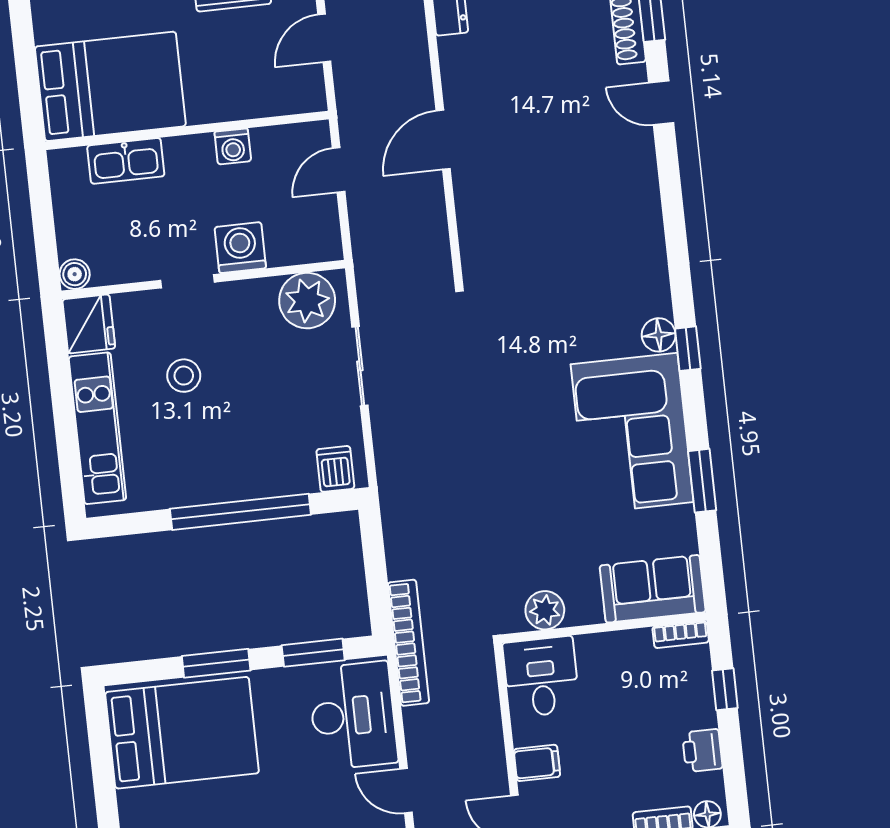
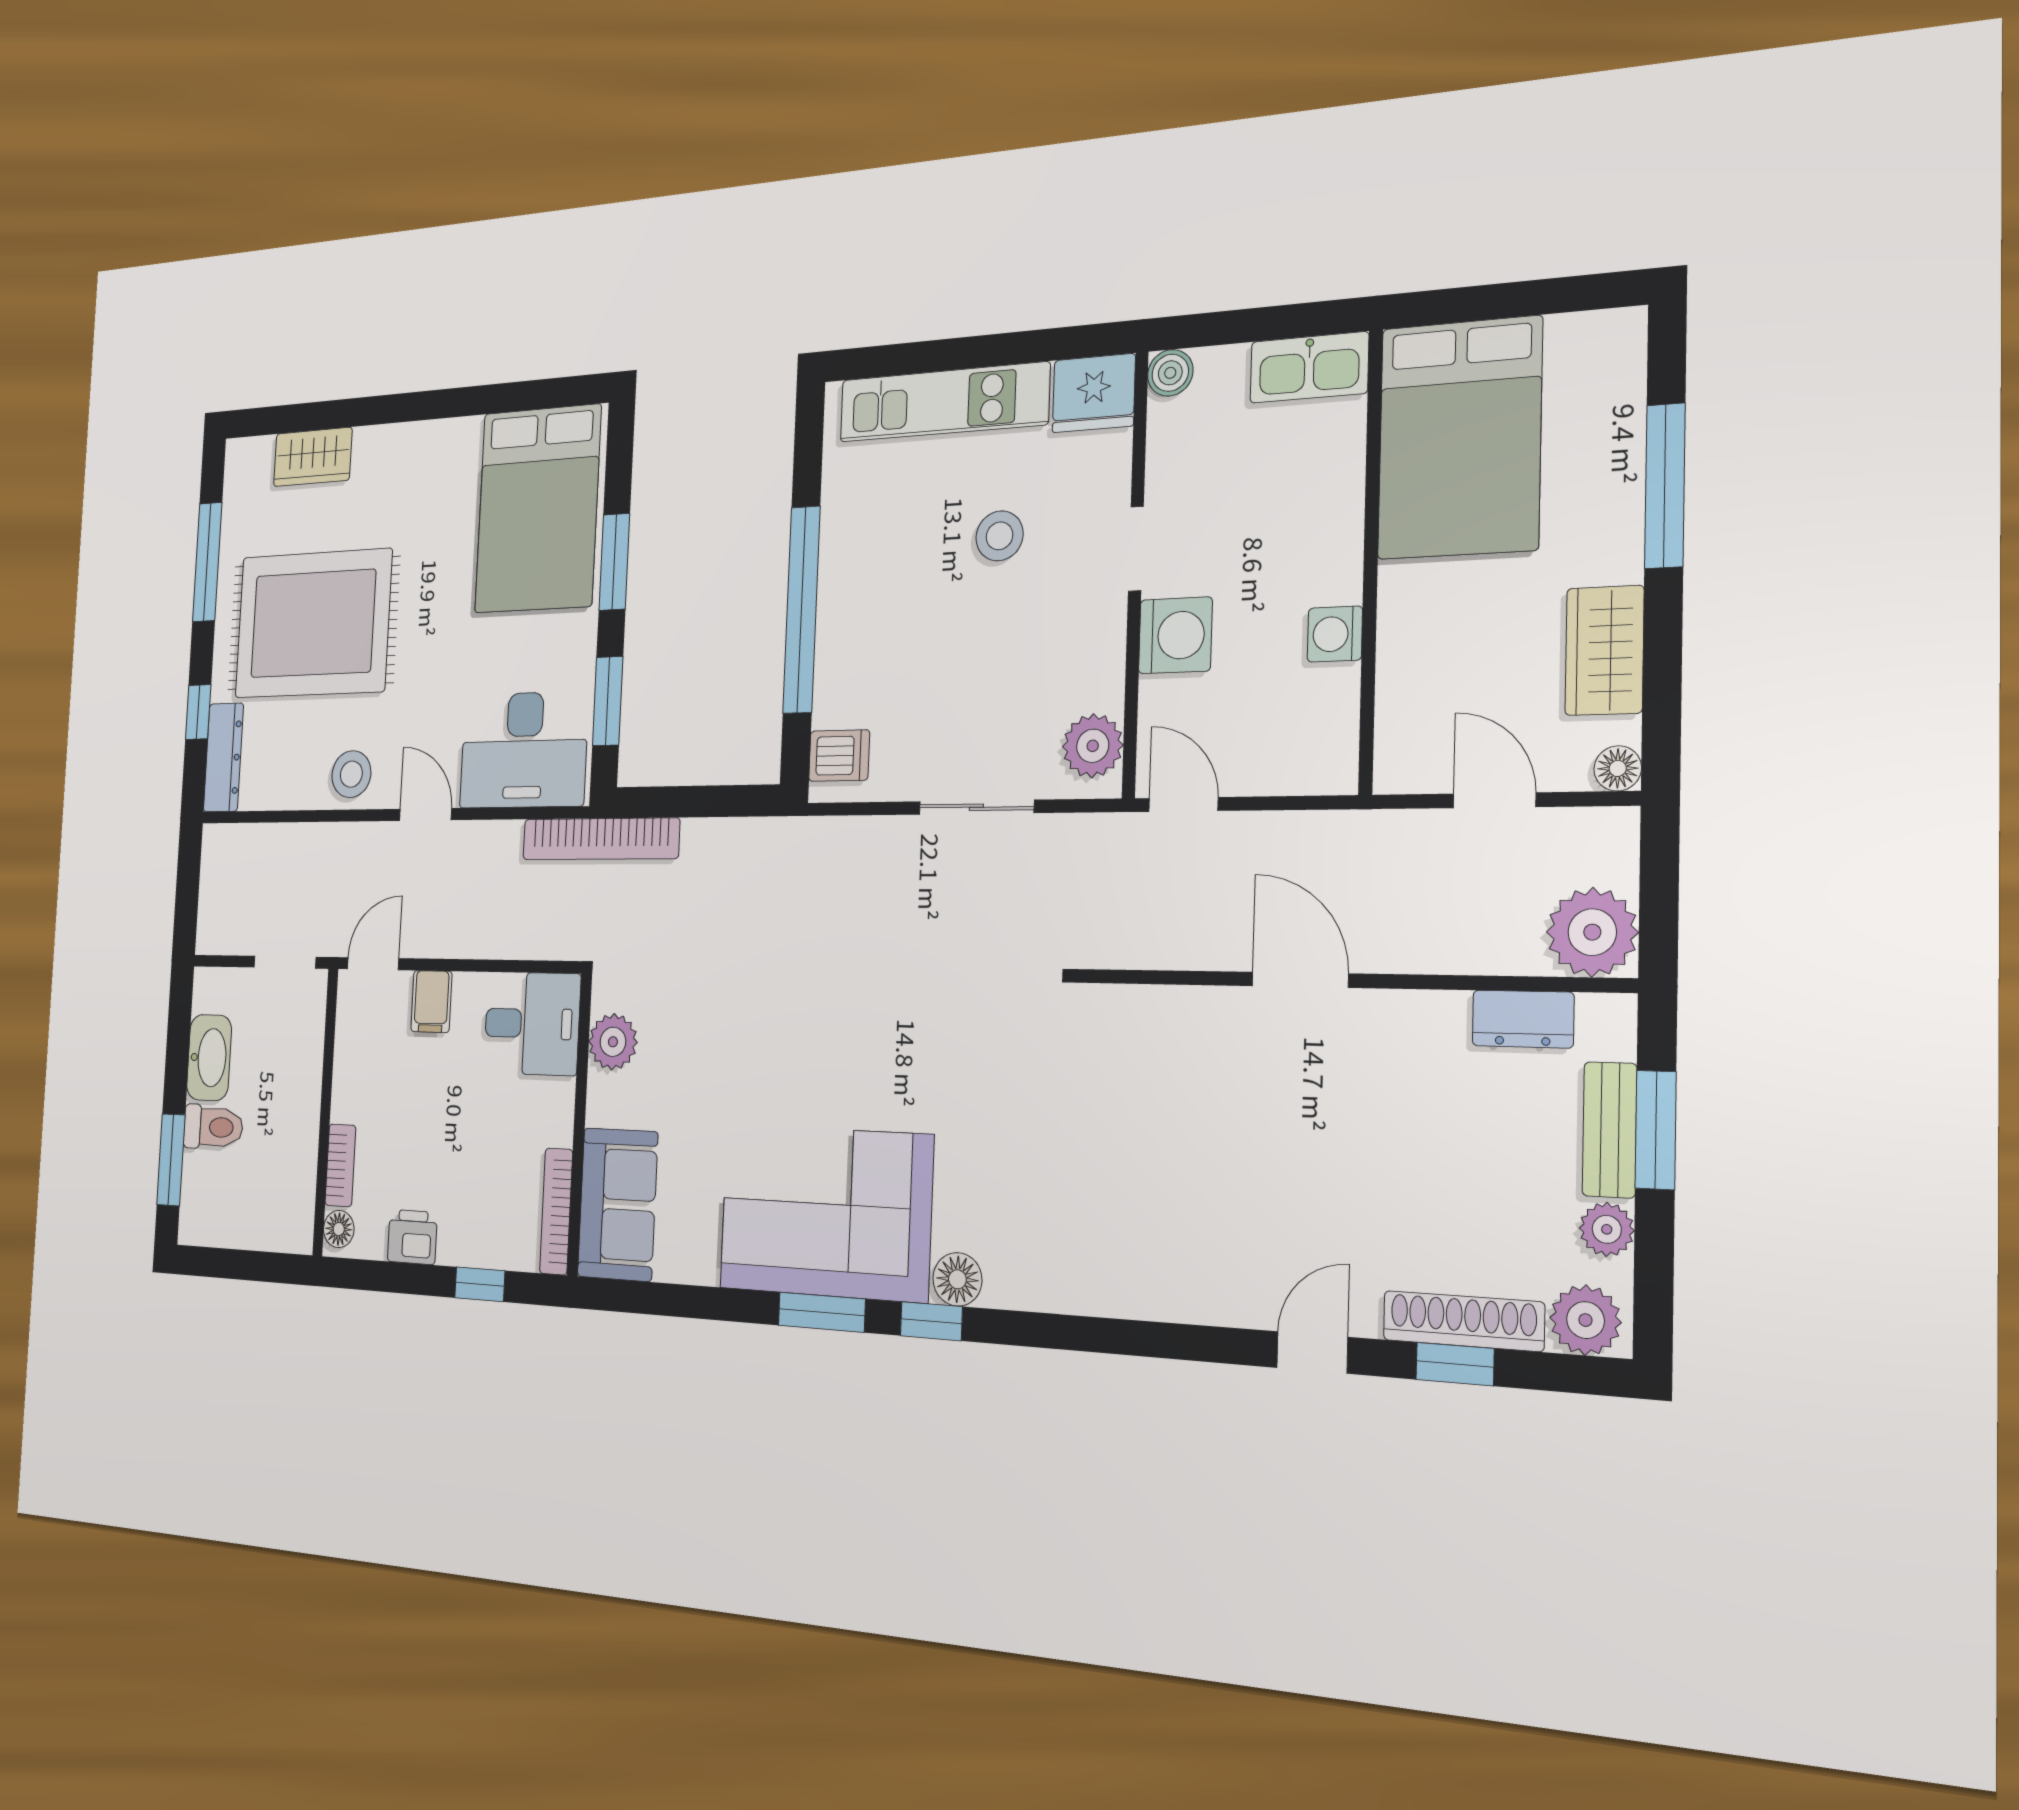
kitchen sink: (126, 161) -> (1309, 367), moved, turned -90
door: (339, 170) -> (1183, 804), moved
plant: (307, 301) -> (1093, 746), width x0.73, depth x0.73
window: (702, 481) -> (822, 1312), moved
bookcase: (681, 635) -> (556, 1211), width x1.56
door: (406, 791) -> (426, 815), hinge flipped

